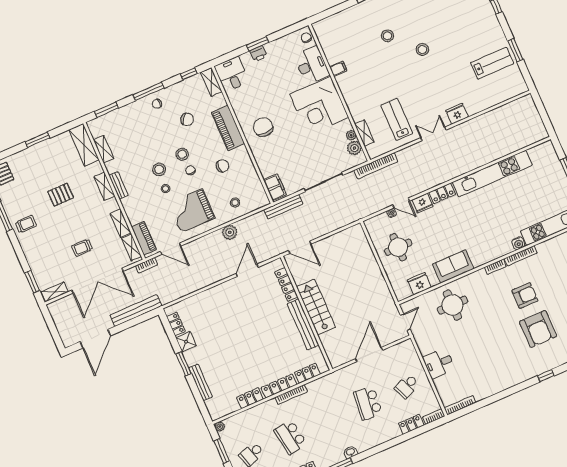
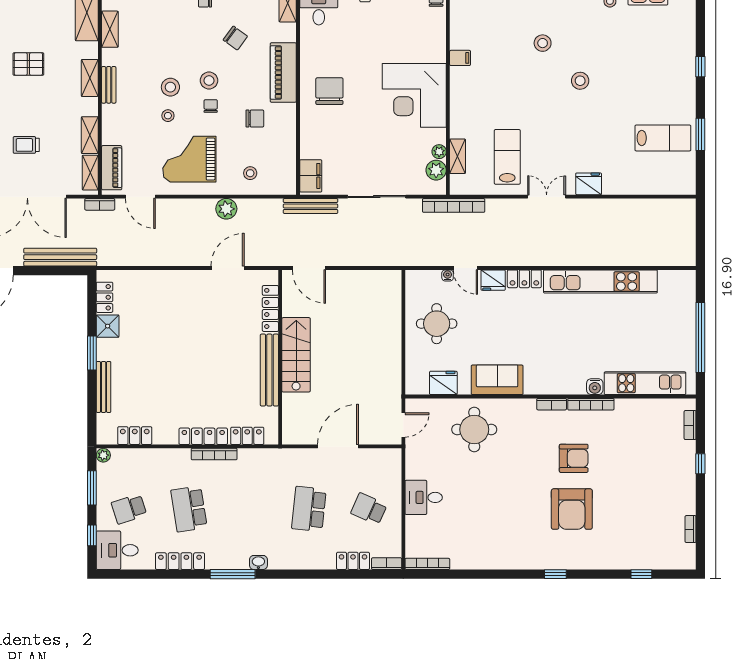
desk: (312, 65) -> (428, 38), removed
school desk: (407, 386) -> (369, 509), turned 48
locker: (250, 398) -> (135, 436), moved

